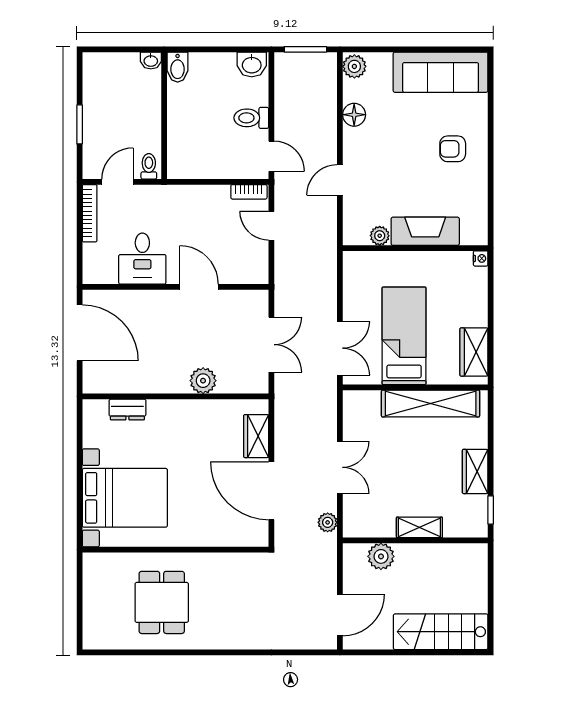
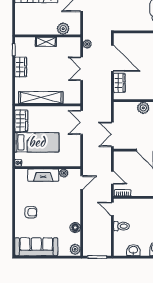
washbasin: (252, 64) -> (133, 250), moved
door: (340, 180) -> (82, 183), moved
bed: (404, 336) -> (37, 142), moved, turned -90
double door: (271, 345) -> (112, 134), moved

